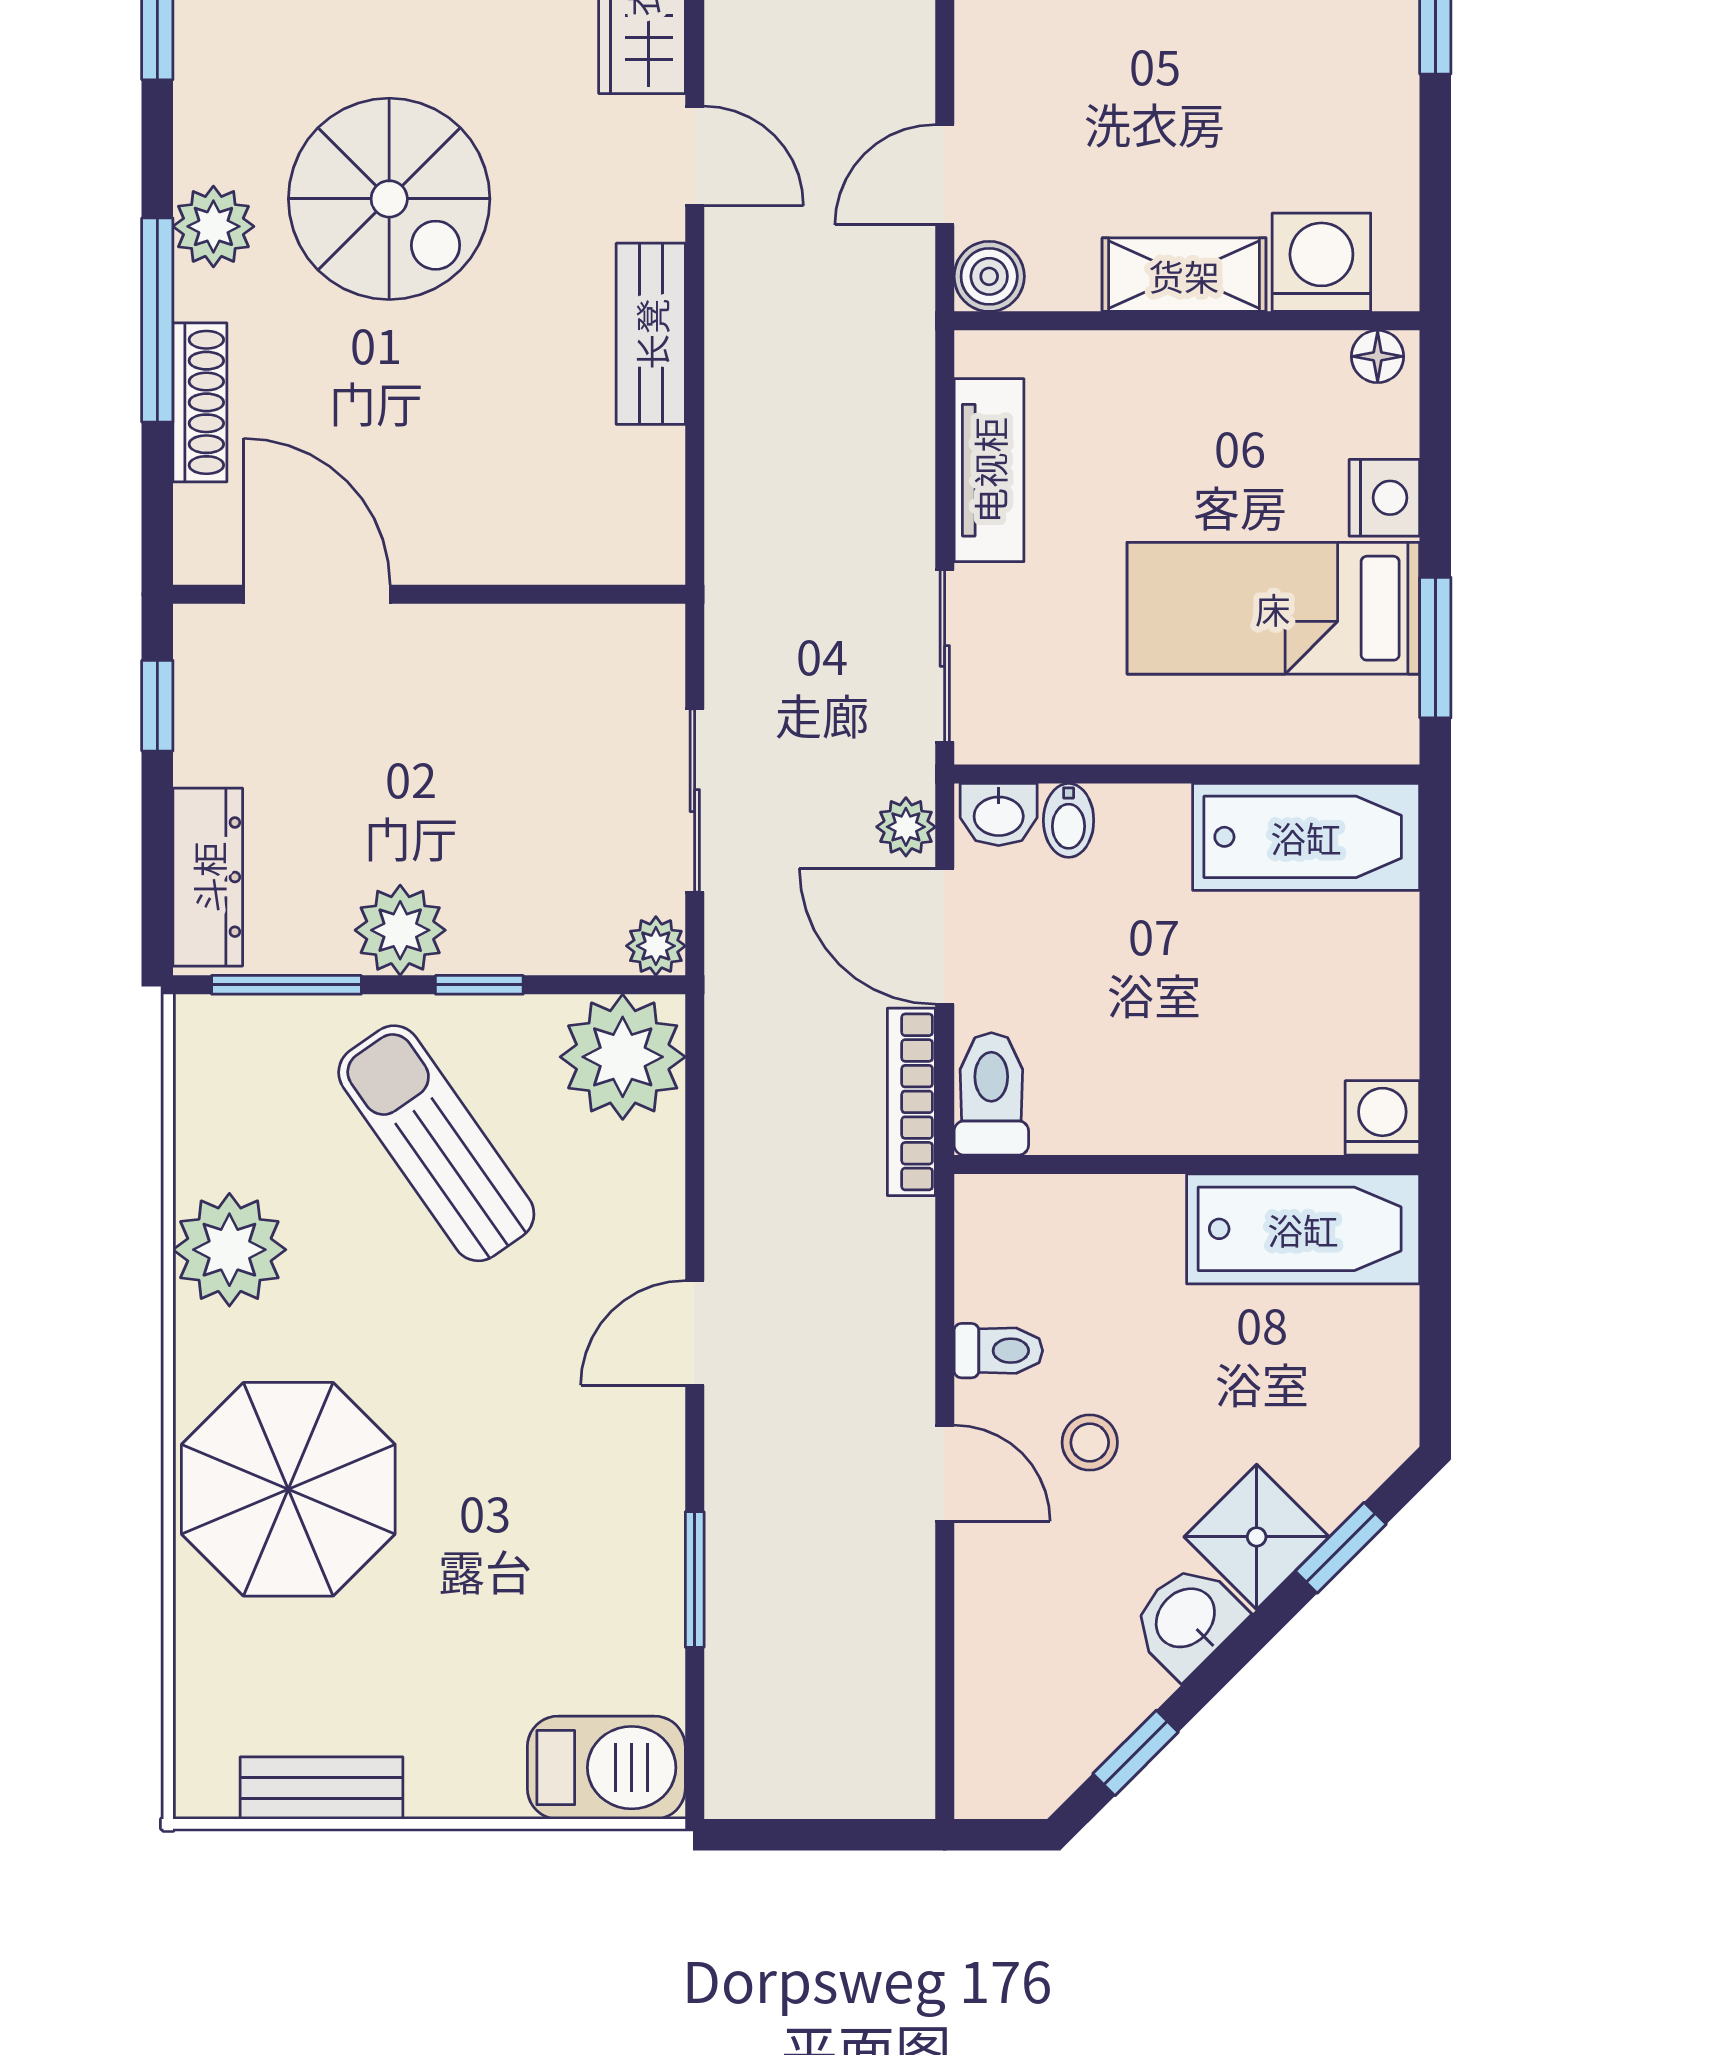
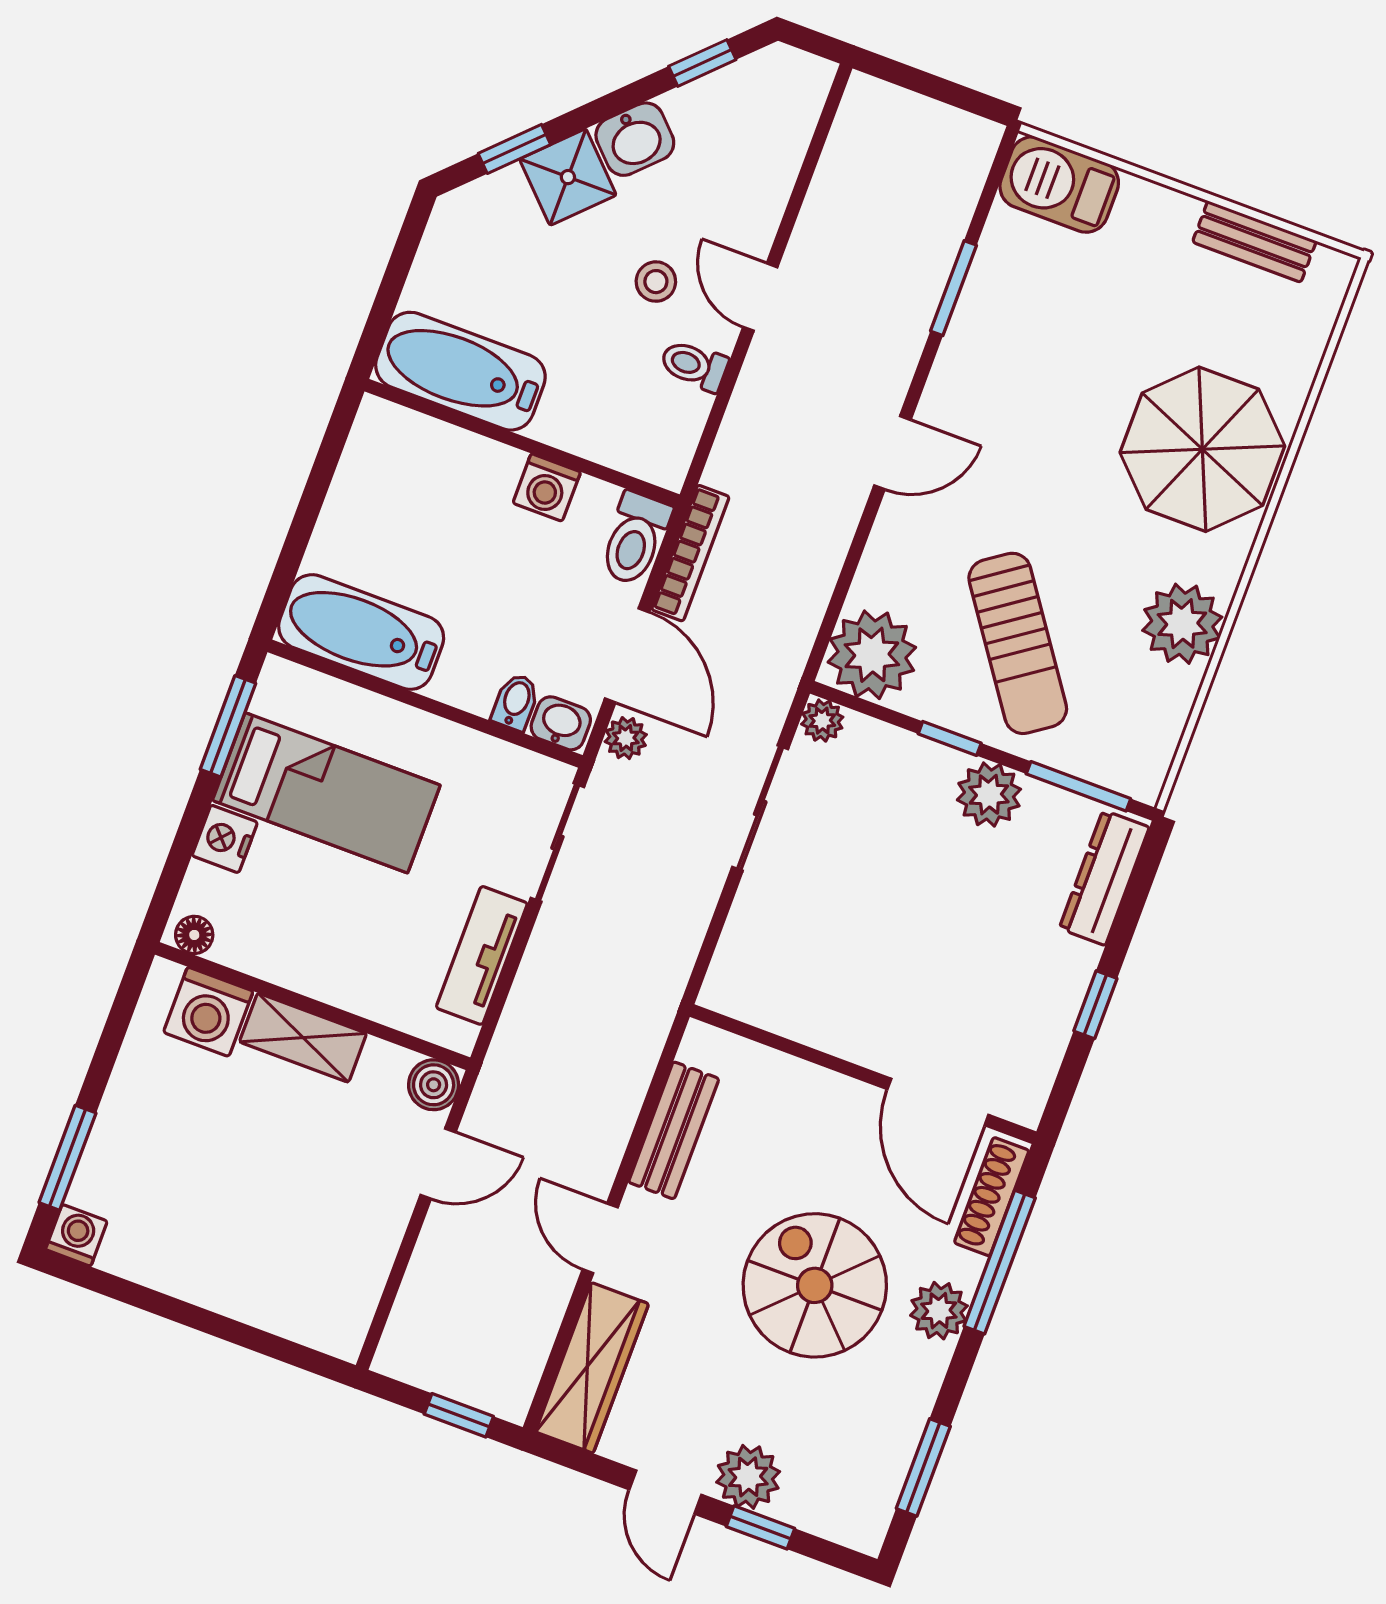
door: (317, 594) -> (938, 1102), moved
wall: (429, 594) -> (863, 1074), moved
washing machine: (1382, 1118) -> (547, 488), moved

